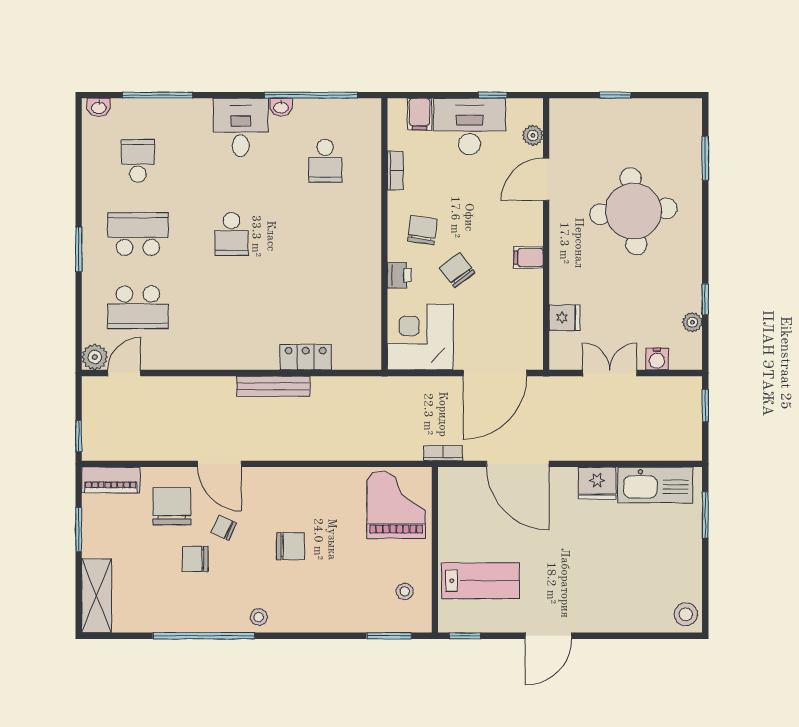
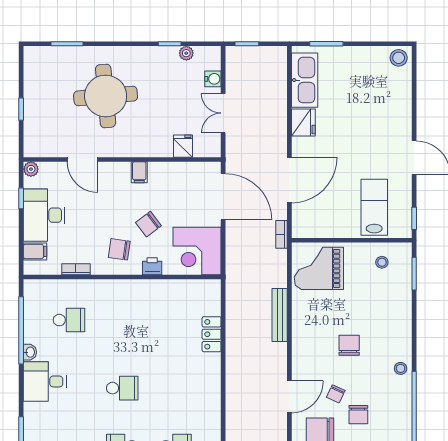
plant: (533, 135) -> (31, 169), moved
bench: (273, 386) -> (280, 315), moved

